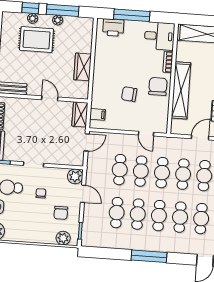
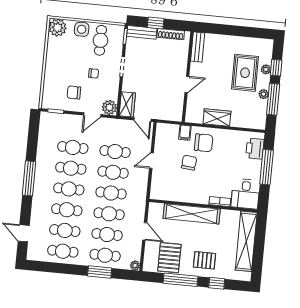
chair: (158, 86) -> (204, 143), moved
wardrobe: (80, 114) -> (127, 104), moved, turned 90
filing cabinet: (98, 114) -> (185, 133), moved
door: (146, 134) -> (151, 161), moved
plant: (63, 238) -> (49, 94), removed

